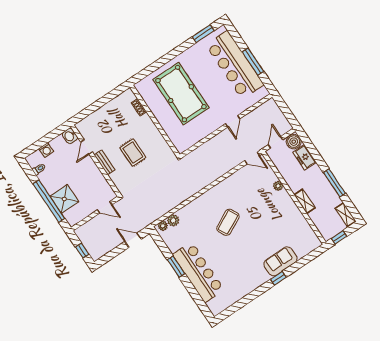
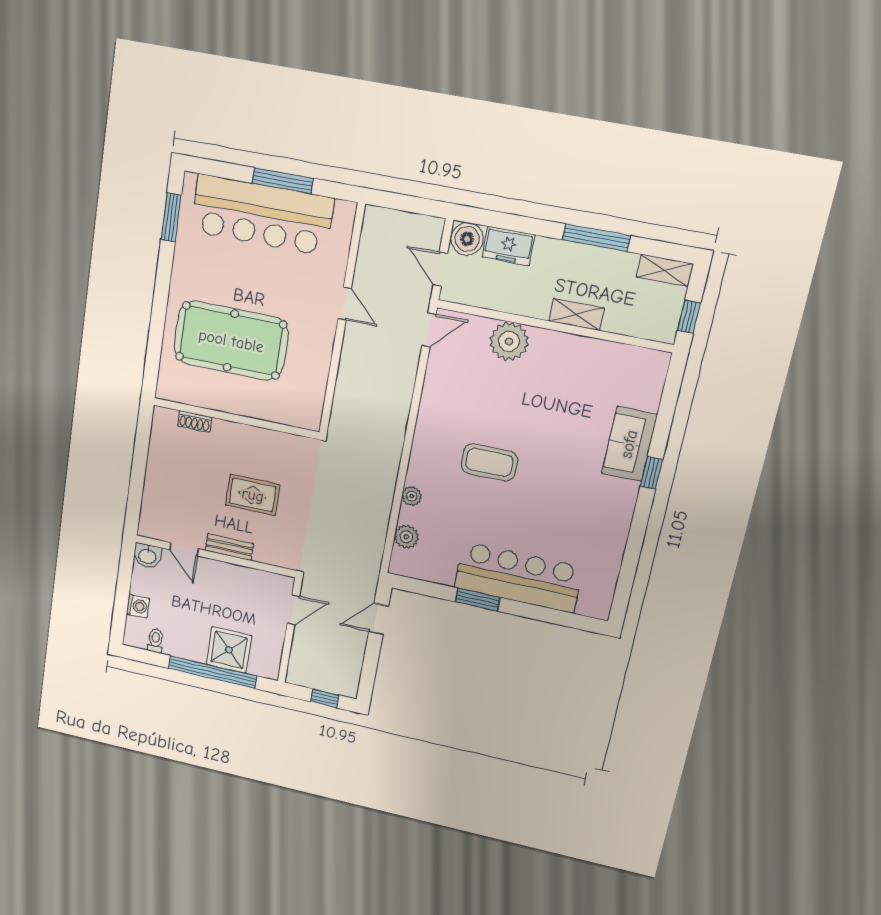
plant: (278, 186) -> (509, 341), width x1.87, depth x1.87
coffee table: (228, 222) -> (489, 462), turned -63
plant: (163, 226) -> (412, 496), moved

